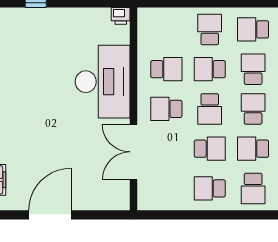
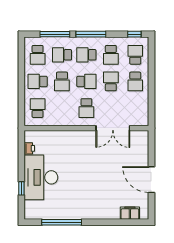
printer: (121, 16) -> (29, 148), moved
school desk: (166, 69) -> (38, 108), moved
desk: (103, 82) -> (41, 177), moved, turned -90
school desk: (253, 188) -> (135, 55), turned -90

